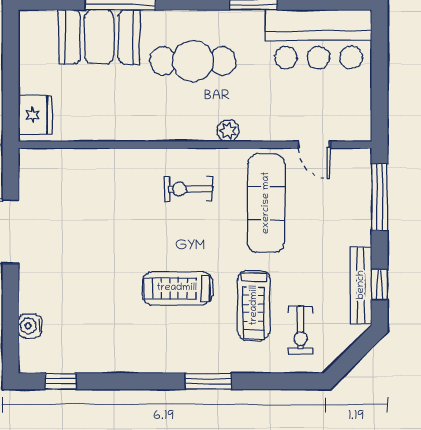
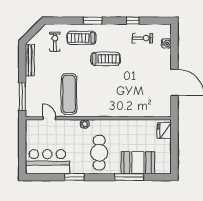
cafe table: (193, 61) -> (99, 153), turned 90
exercise bike: (188, 189) -> (142, 38), moved
window: (380, 285) -> (22, 60), removed
treadmill: (254, 305) -> (81, 38), moved, turned -90
window: (61, 381) -> (133, 21), moved

